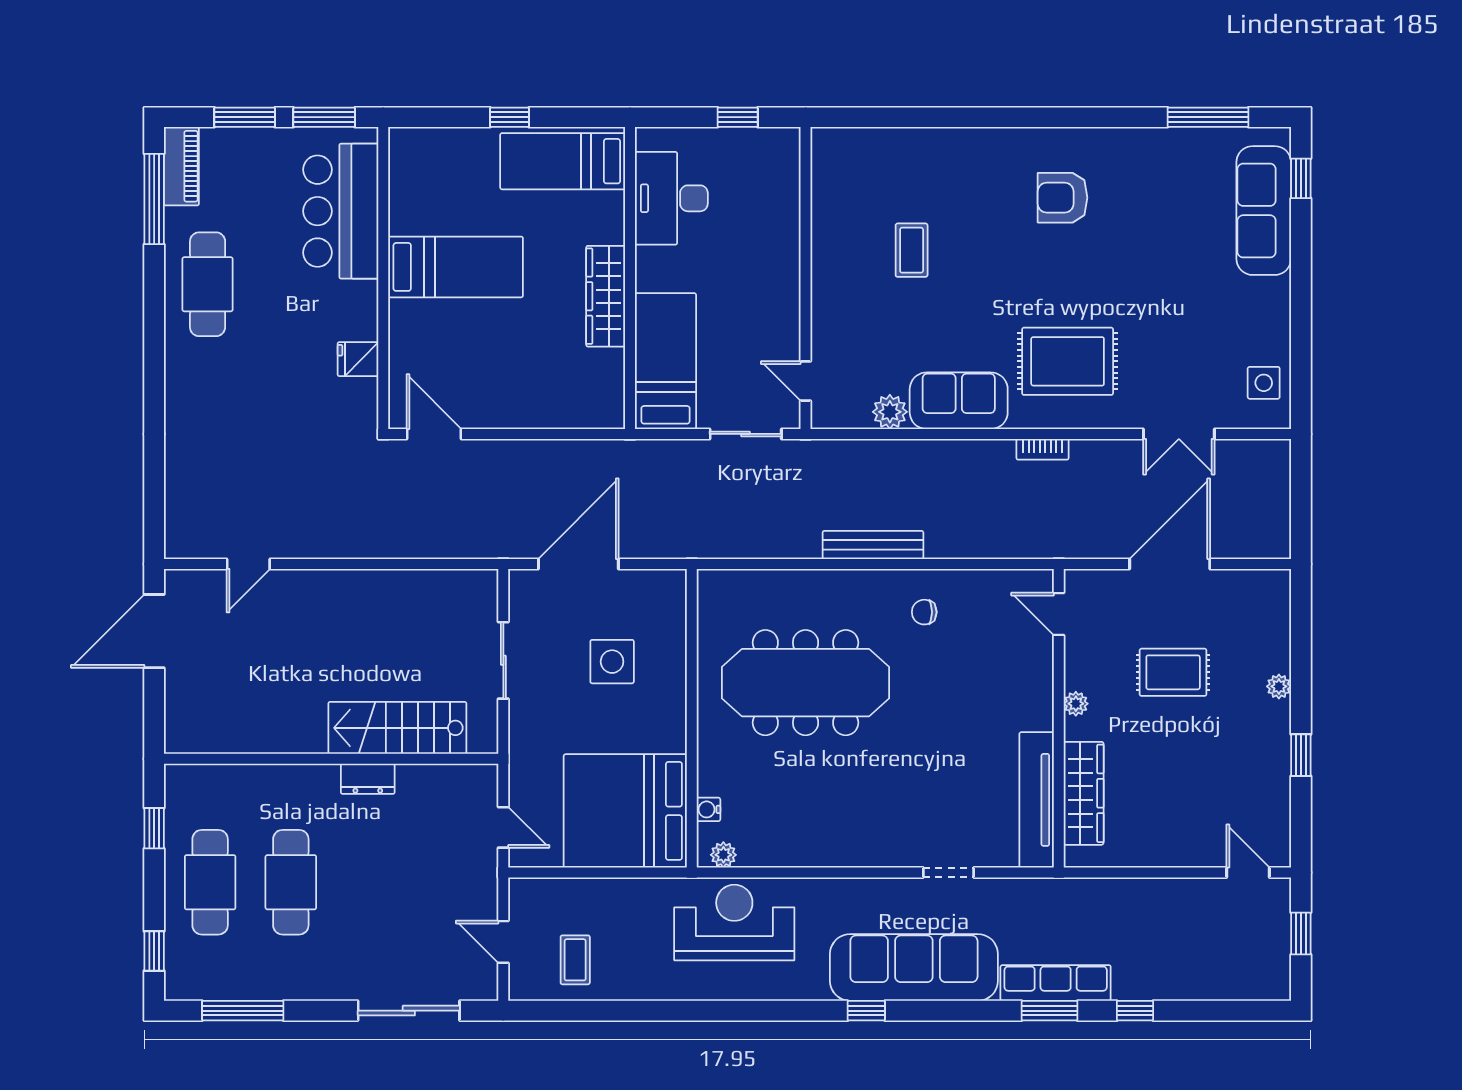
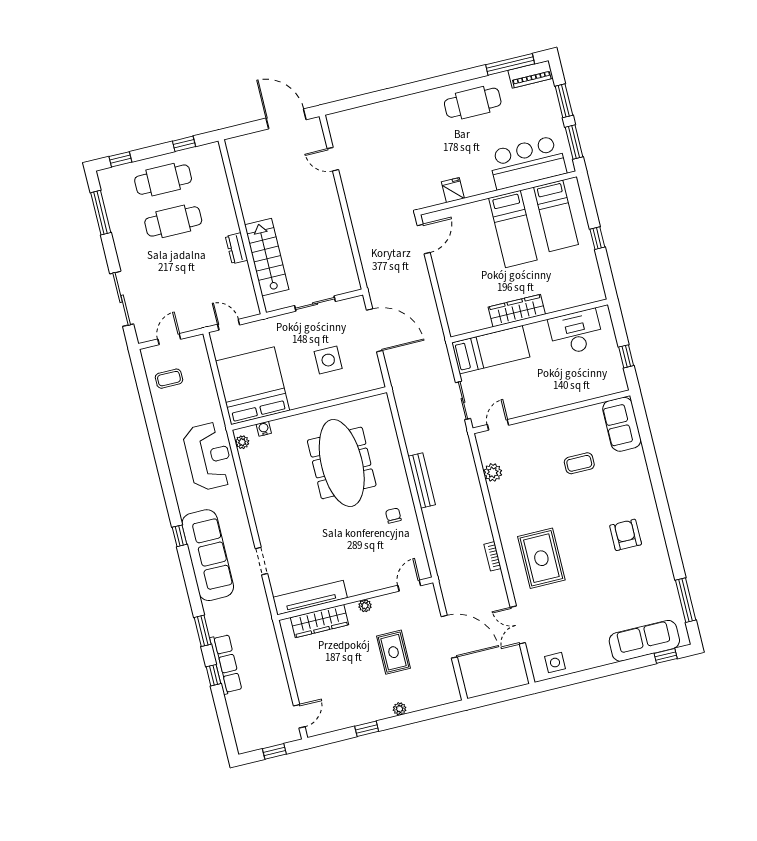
bed: (563, 161) -> (556, 216), moved, turned 180
sofa: (959, 401) -> (622, 424), moved, turned 180
door: (503, 827) -> (229, 325), swing flipped
row of seats: (1056, 983) -> (226, 664), moved

